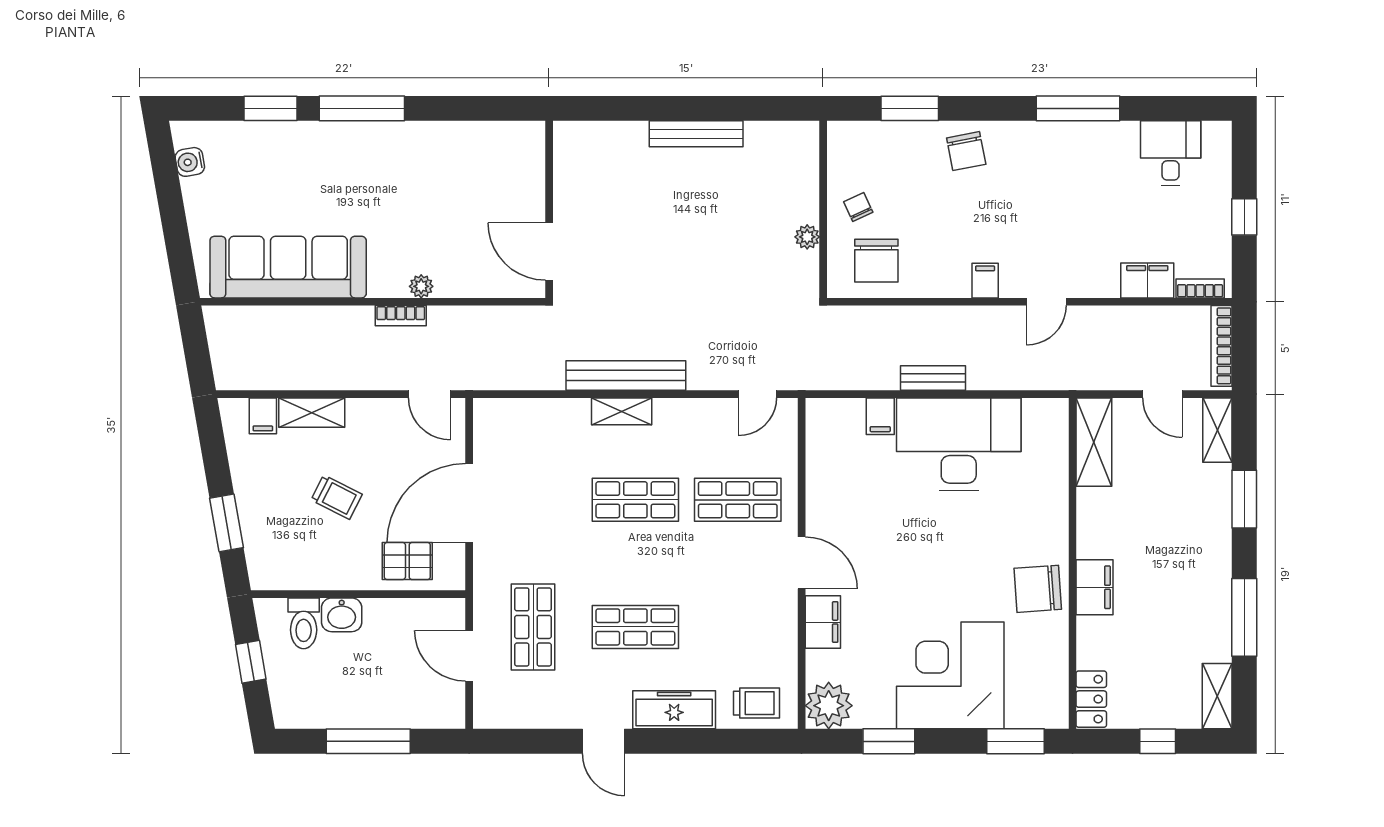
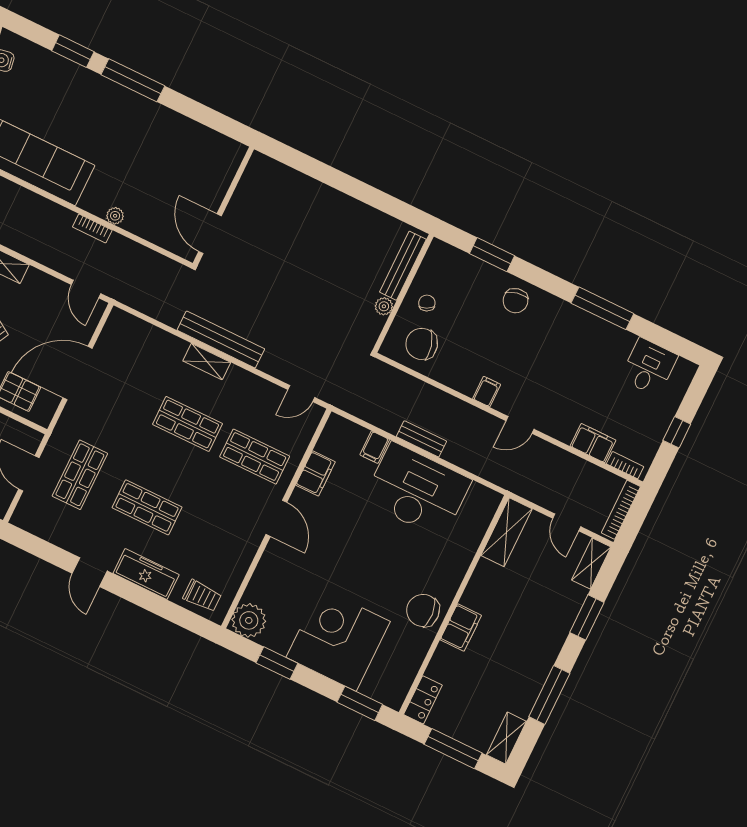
bench: (696, 134) -> (403, 266), moved, turned 90
chair: (876, 261) -> (422, 344), turned 75
filing cabinet: (823, 622) -> (315, 473), moved
window: (1158, 741) -> (453, 749), width x2.17

